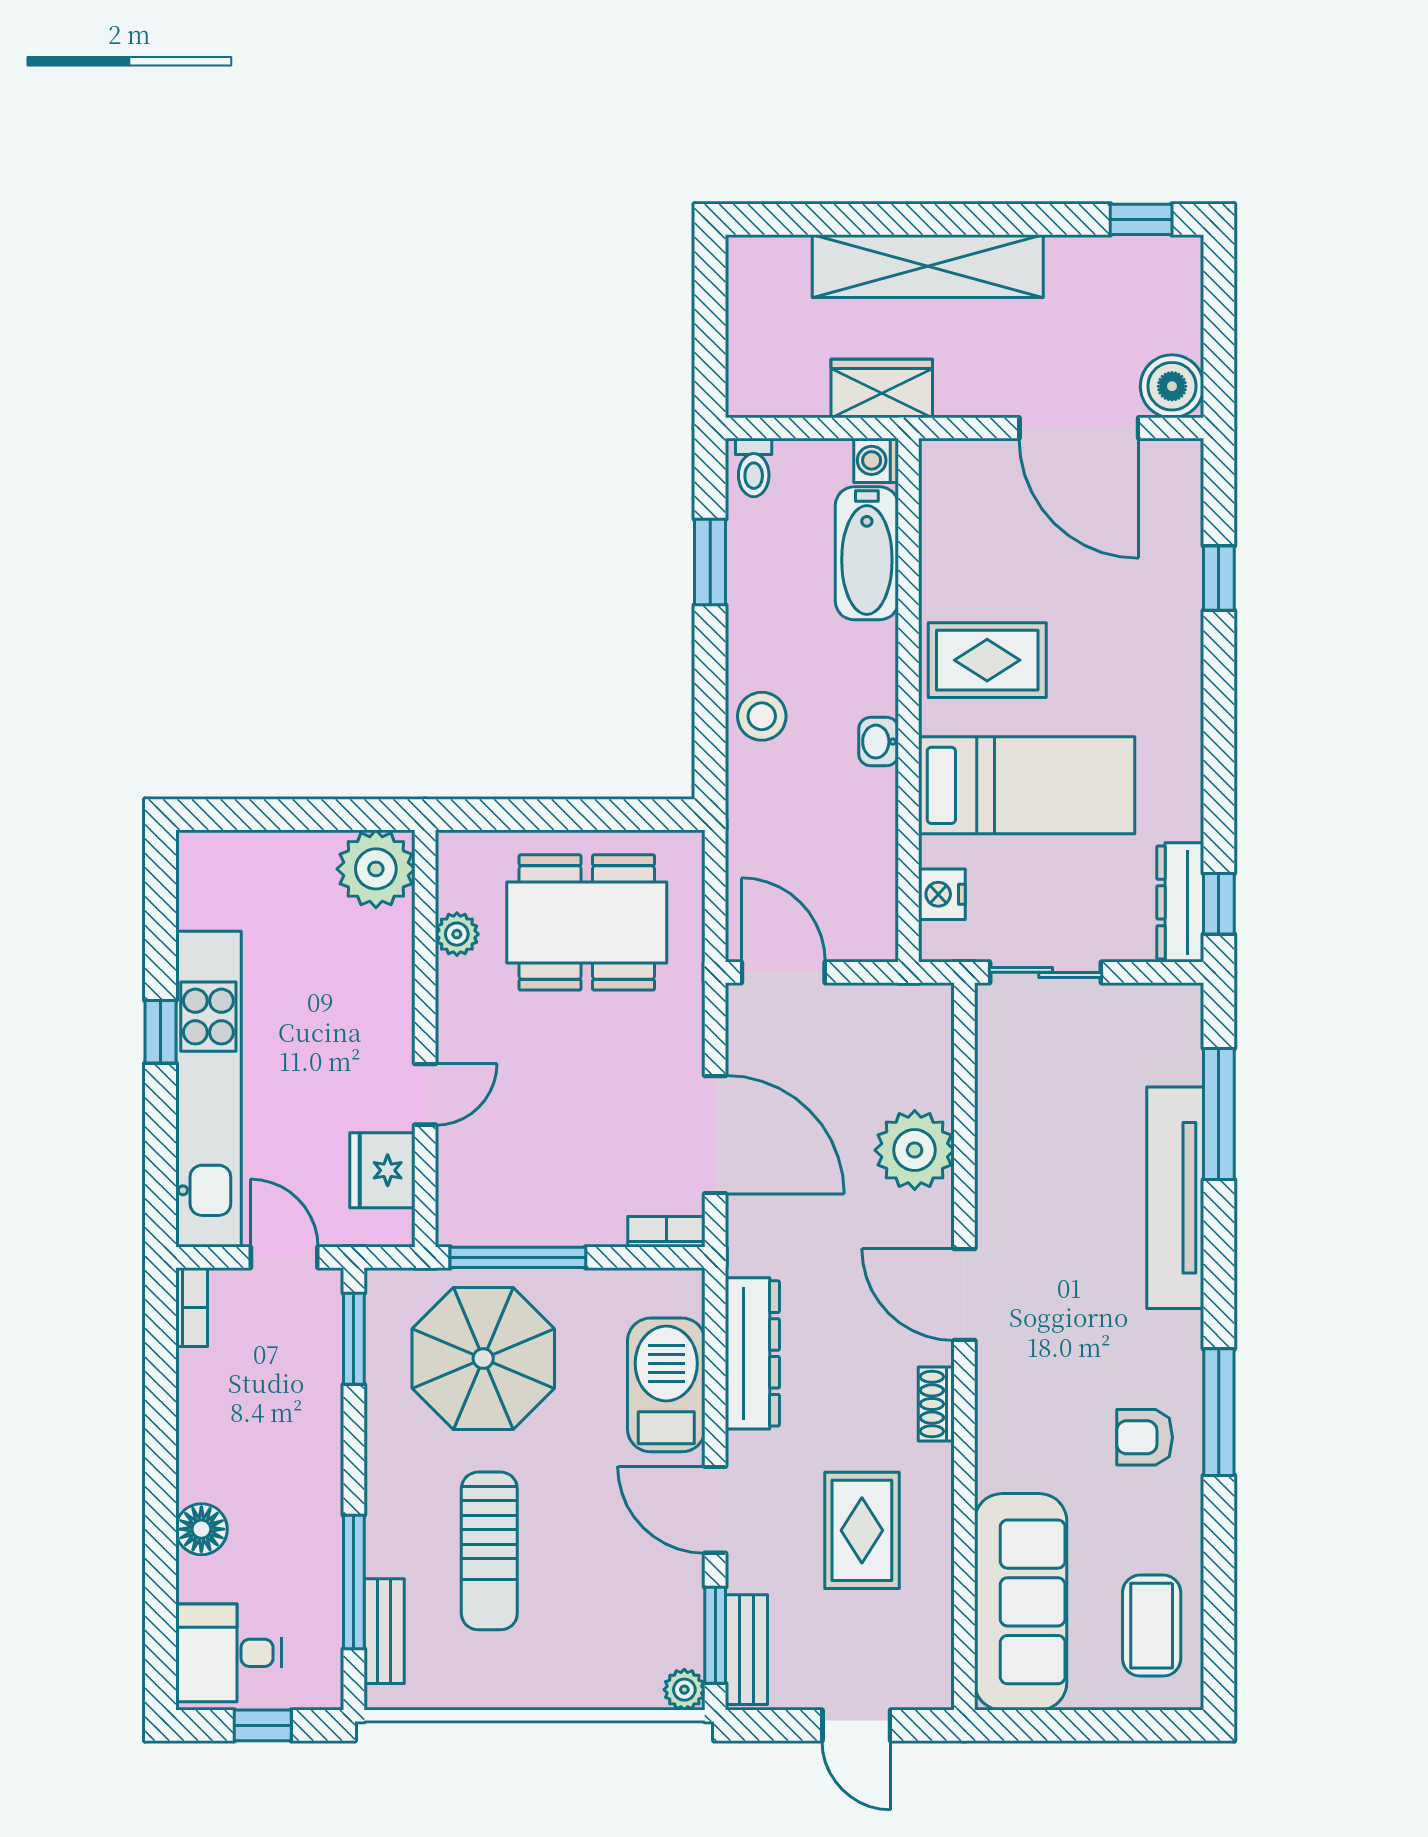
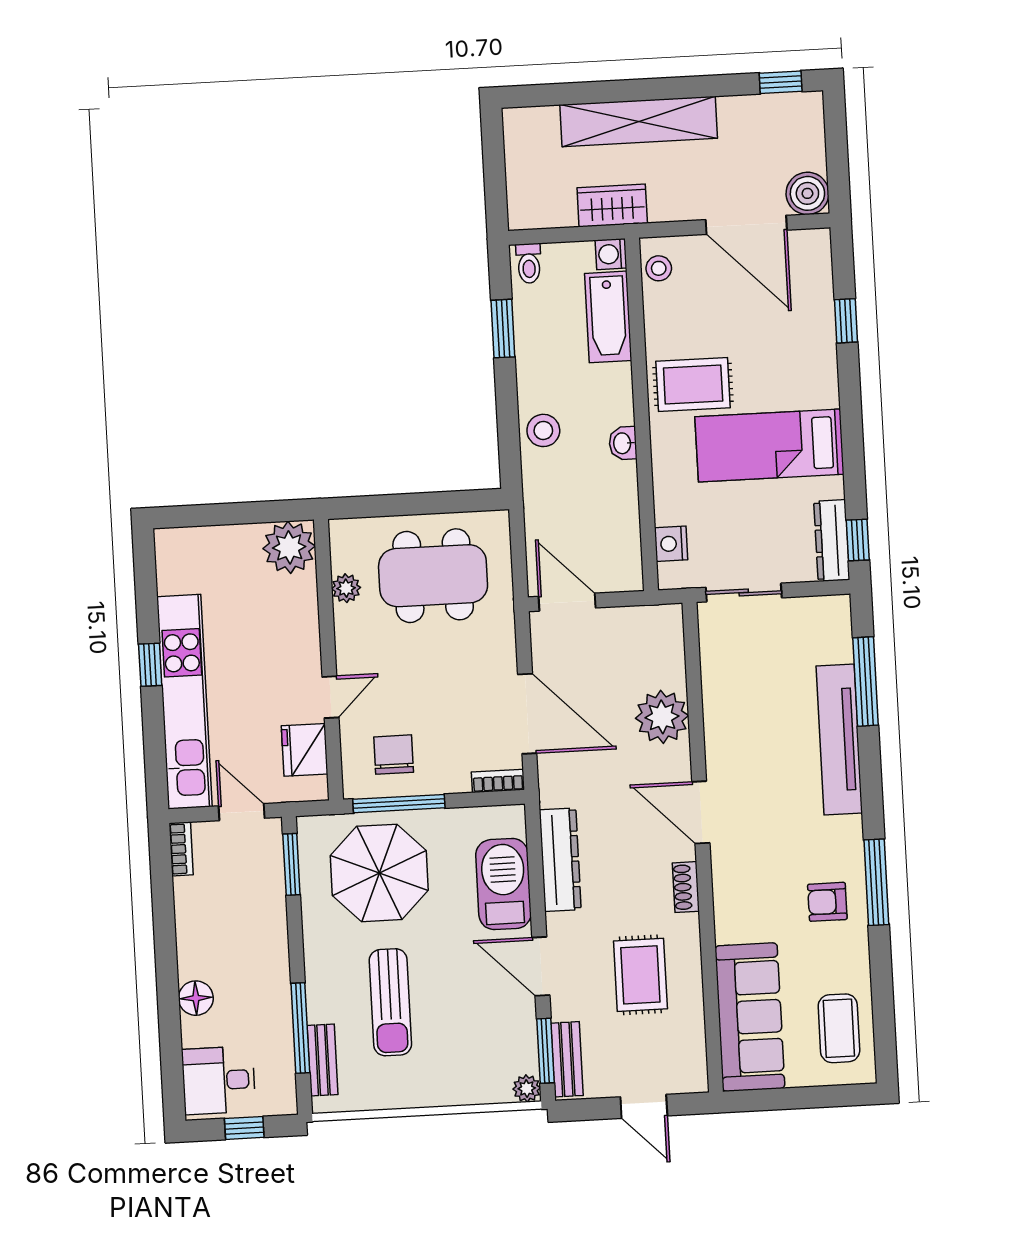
stool: (946, 485) -> (659, 268), added
bed: (1027, 785) -> (769, 446), moved, turned 180
chair: (514, 1184) -> (394, 755), added

